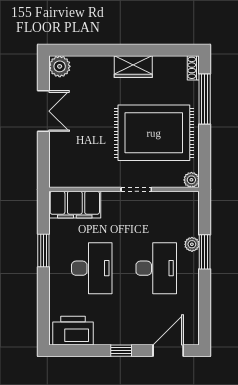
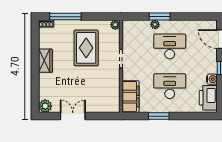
rug: (154, 133) -> (86, 48), width x0.73, depth x0.69
water cooler: (103, 337) -> (212, 79), added

